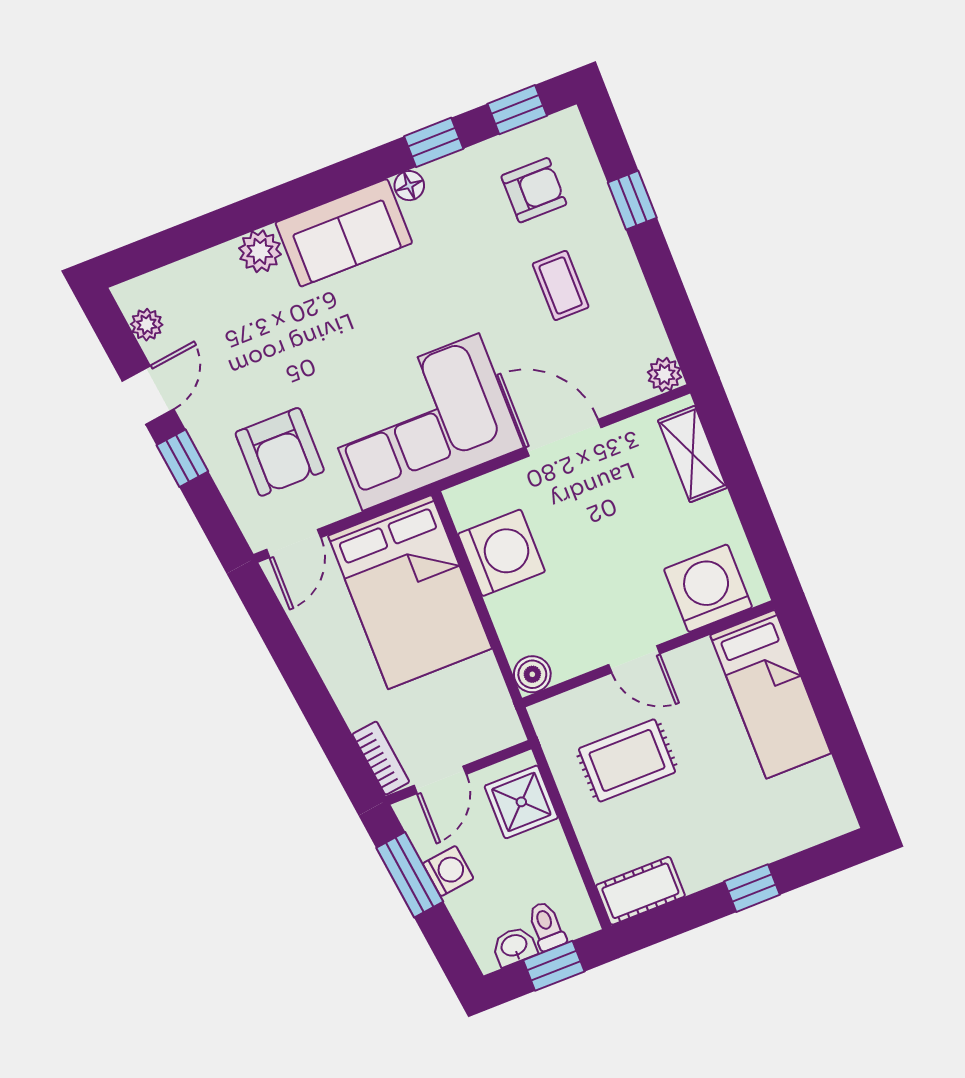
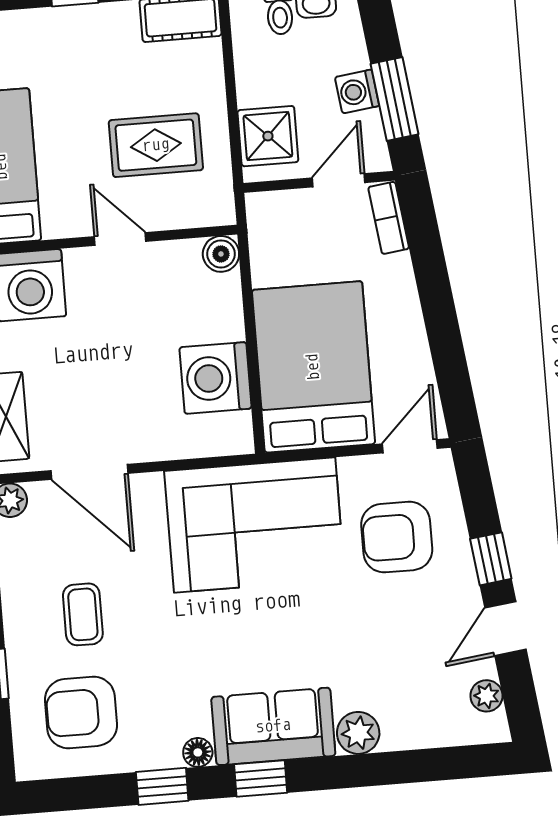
window: (517, 110) -> (261, 778), moved
armchair: (534, 190) -> (81, 712), width x1.38, depth x1.38
door: (563, 438) -> (89, 472), moved
armchair: (280, 452) -> (397, 537), turned -90

